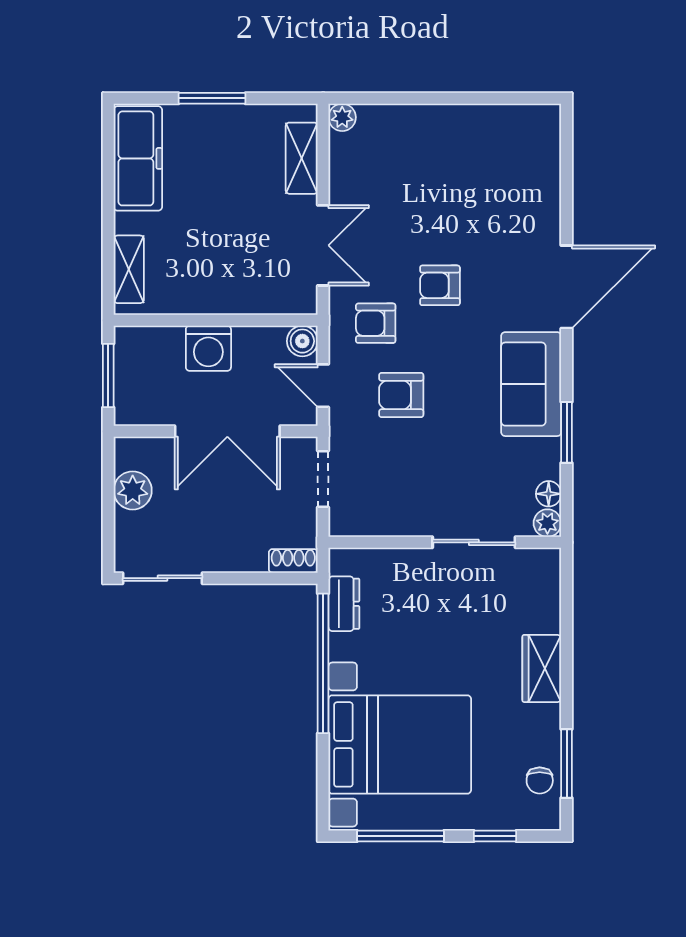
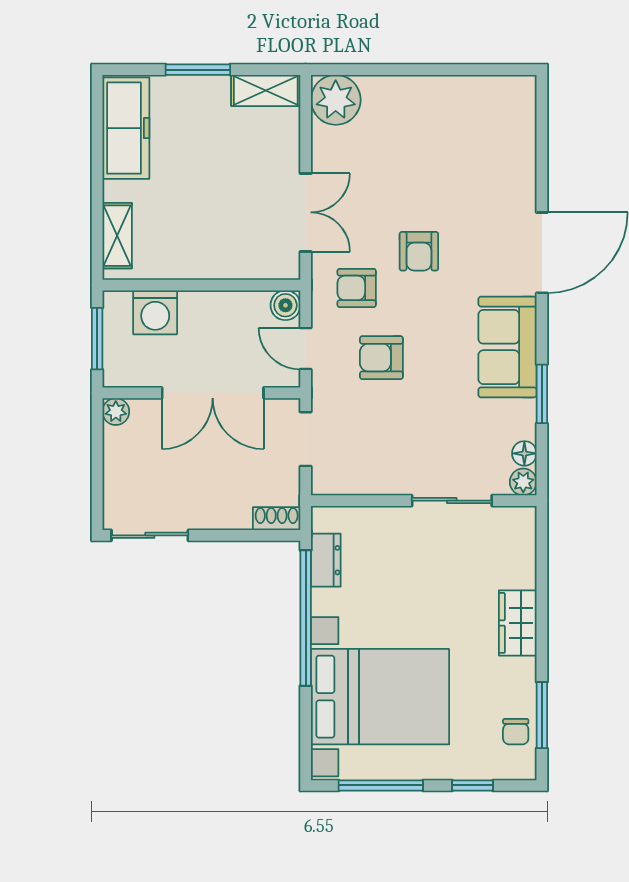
plant: (342, 117) -> (336, 100), width x1.87, depth x1.87
shelving: (302, 158) -> (266, 90), moved, turned 90
armchair: (440, 285) -> (419, 251), turned -90
washing machine: (208, 348) -> (155, 312), moved
plant: (133, 490) -> (116, 412), moved, width x0.73, depth x0.73

